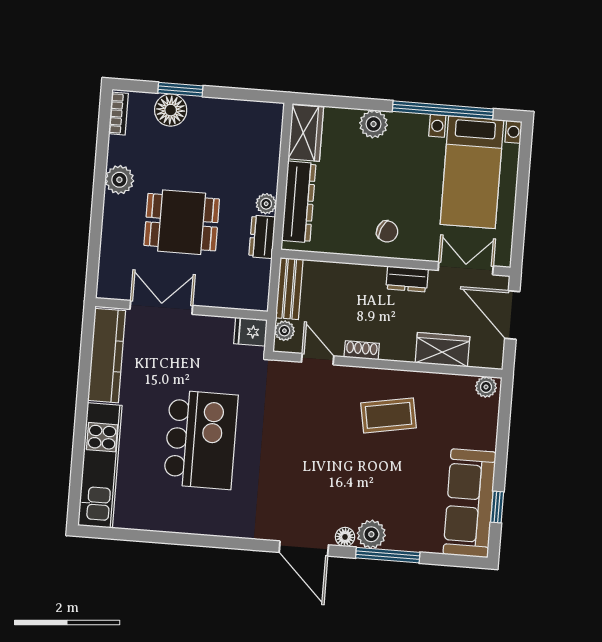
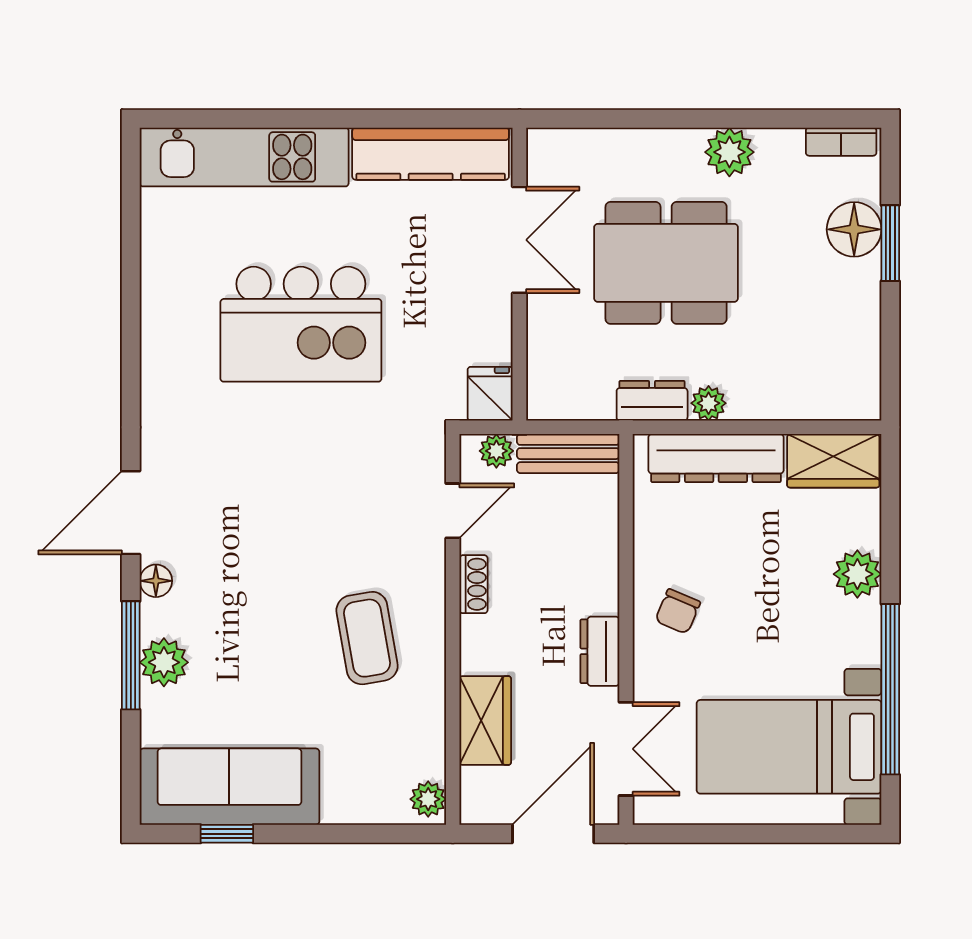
dining table: (182, 222) -> (666, 263), width x1.38
plant: (371, 534) -> (164, 662), moved

